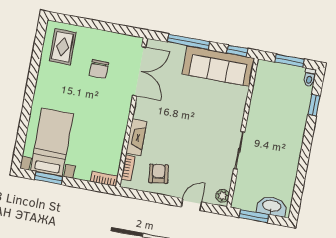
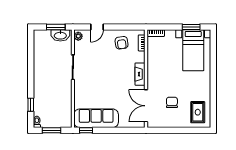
window: (188, 42) -> (118, 130), removed
fireplace: (136, 137) -> (140, 74), moved
washbasin: (272, 206) -> (60, 35), moved

